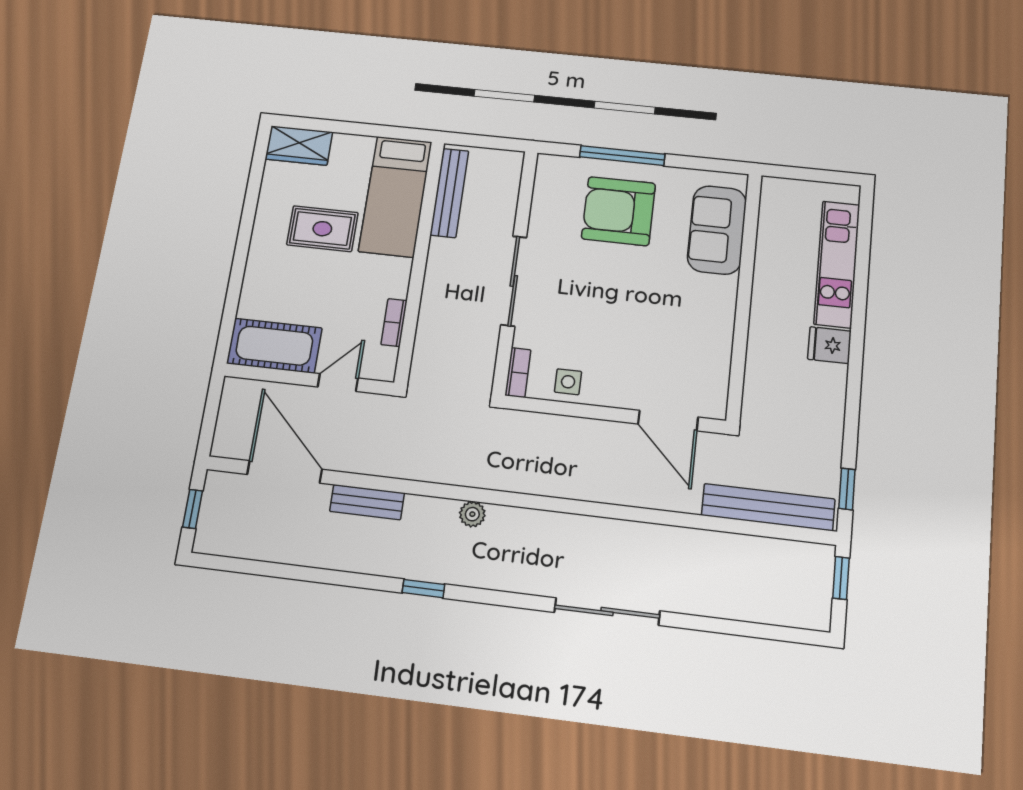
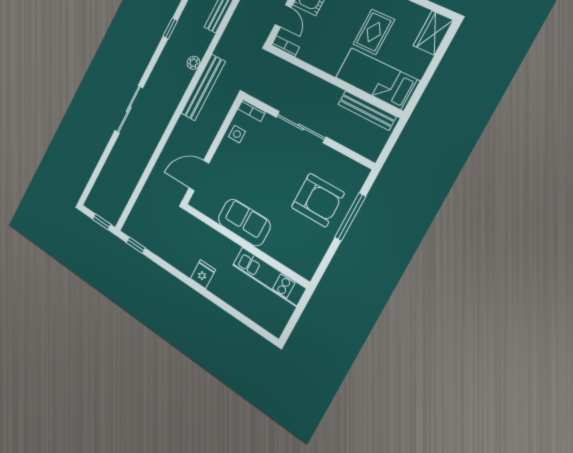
armchair: (618, 211) -> (318, 200), turned 90
sofa: (717, 230) -> (244, 222), moved
kitchen unit: (837, 264) -> (269, 276), moved, turned 180
bookcase: (394, 323) -> (285, 46), moved
bench: (768, 507) -> (203, 88), moved

